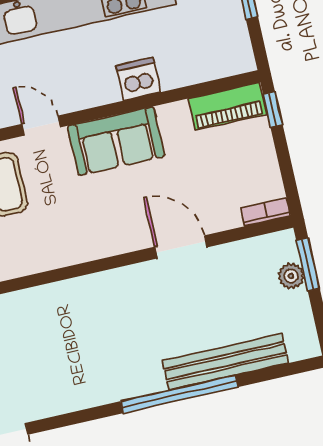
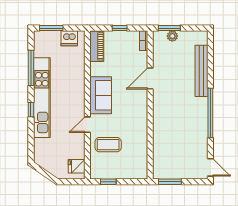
dishwasher: (138, 79) -> (69, 38), moved, turned -90
window: (273, 110) -> (120, 28), moved
window: (179, 394) -> (210, 113), moved

